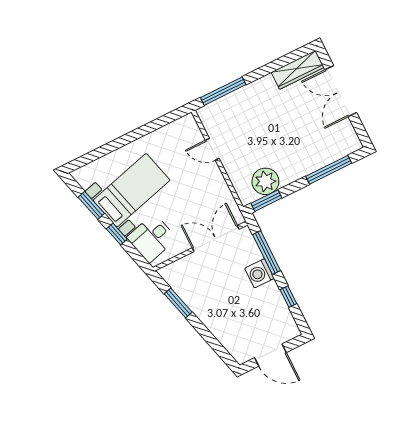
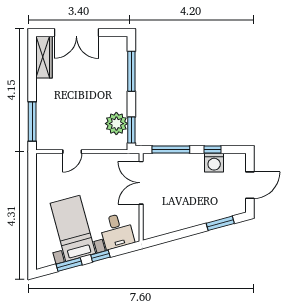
washing machine: (259, 273) -> (214, 163), moved
window: (178, 303) -> (220, 223), moved

